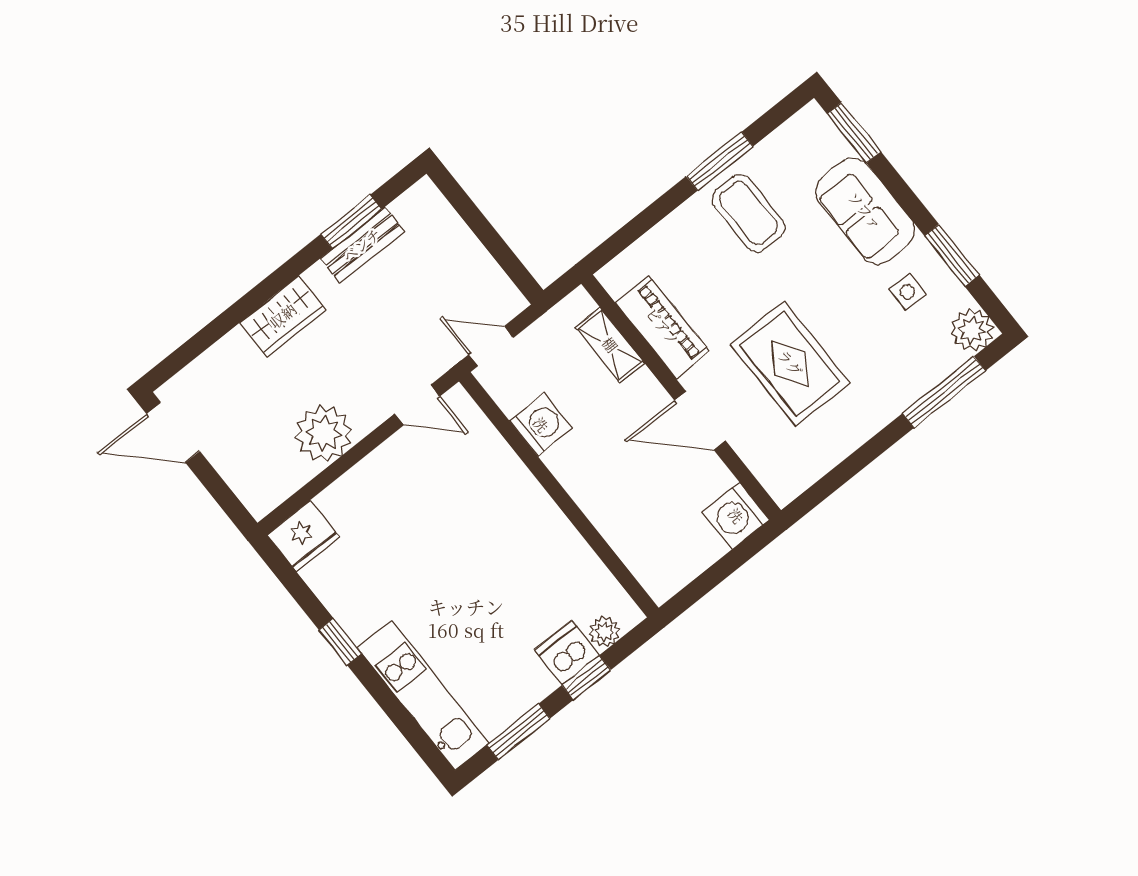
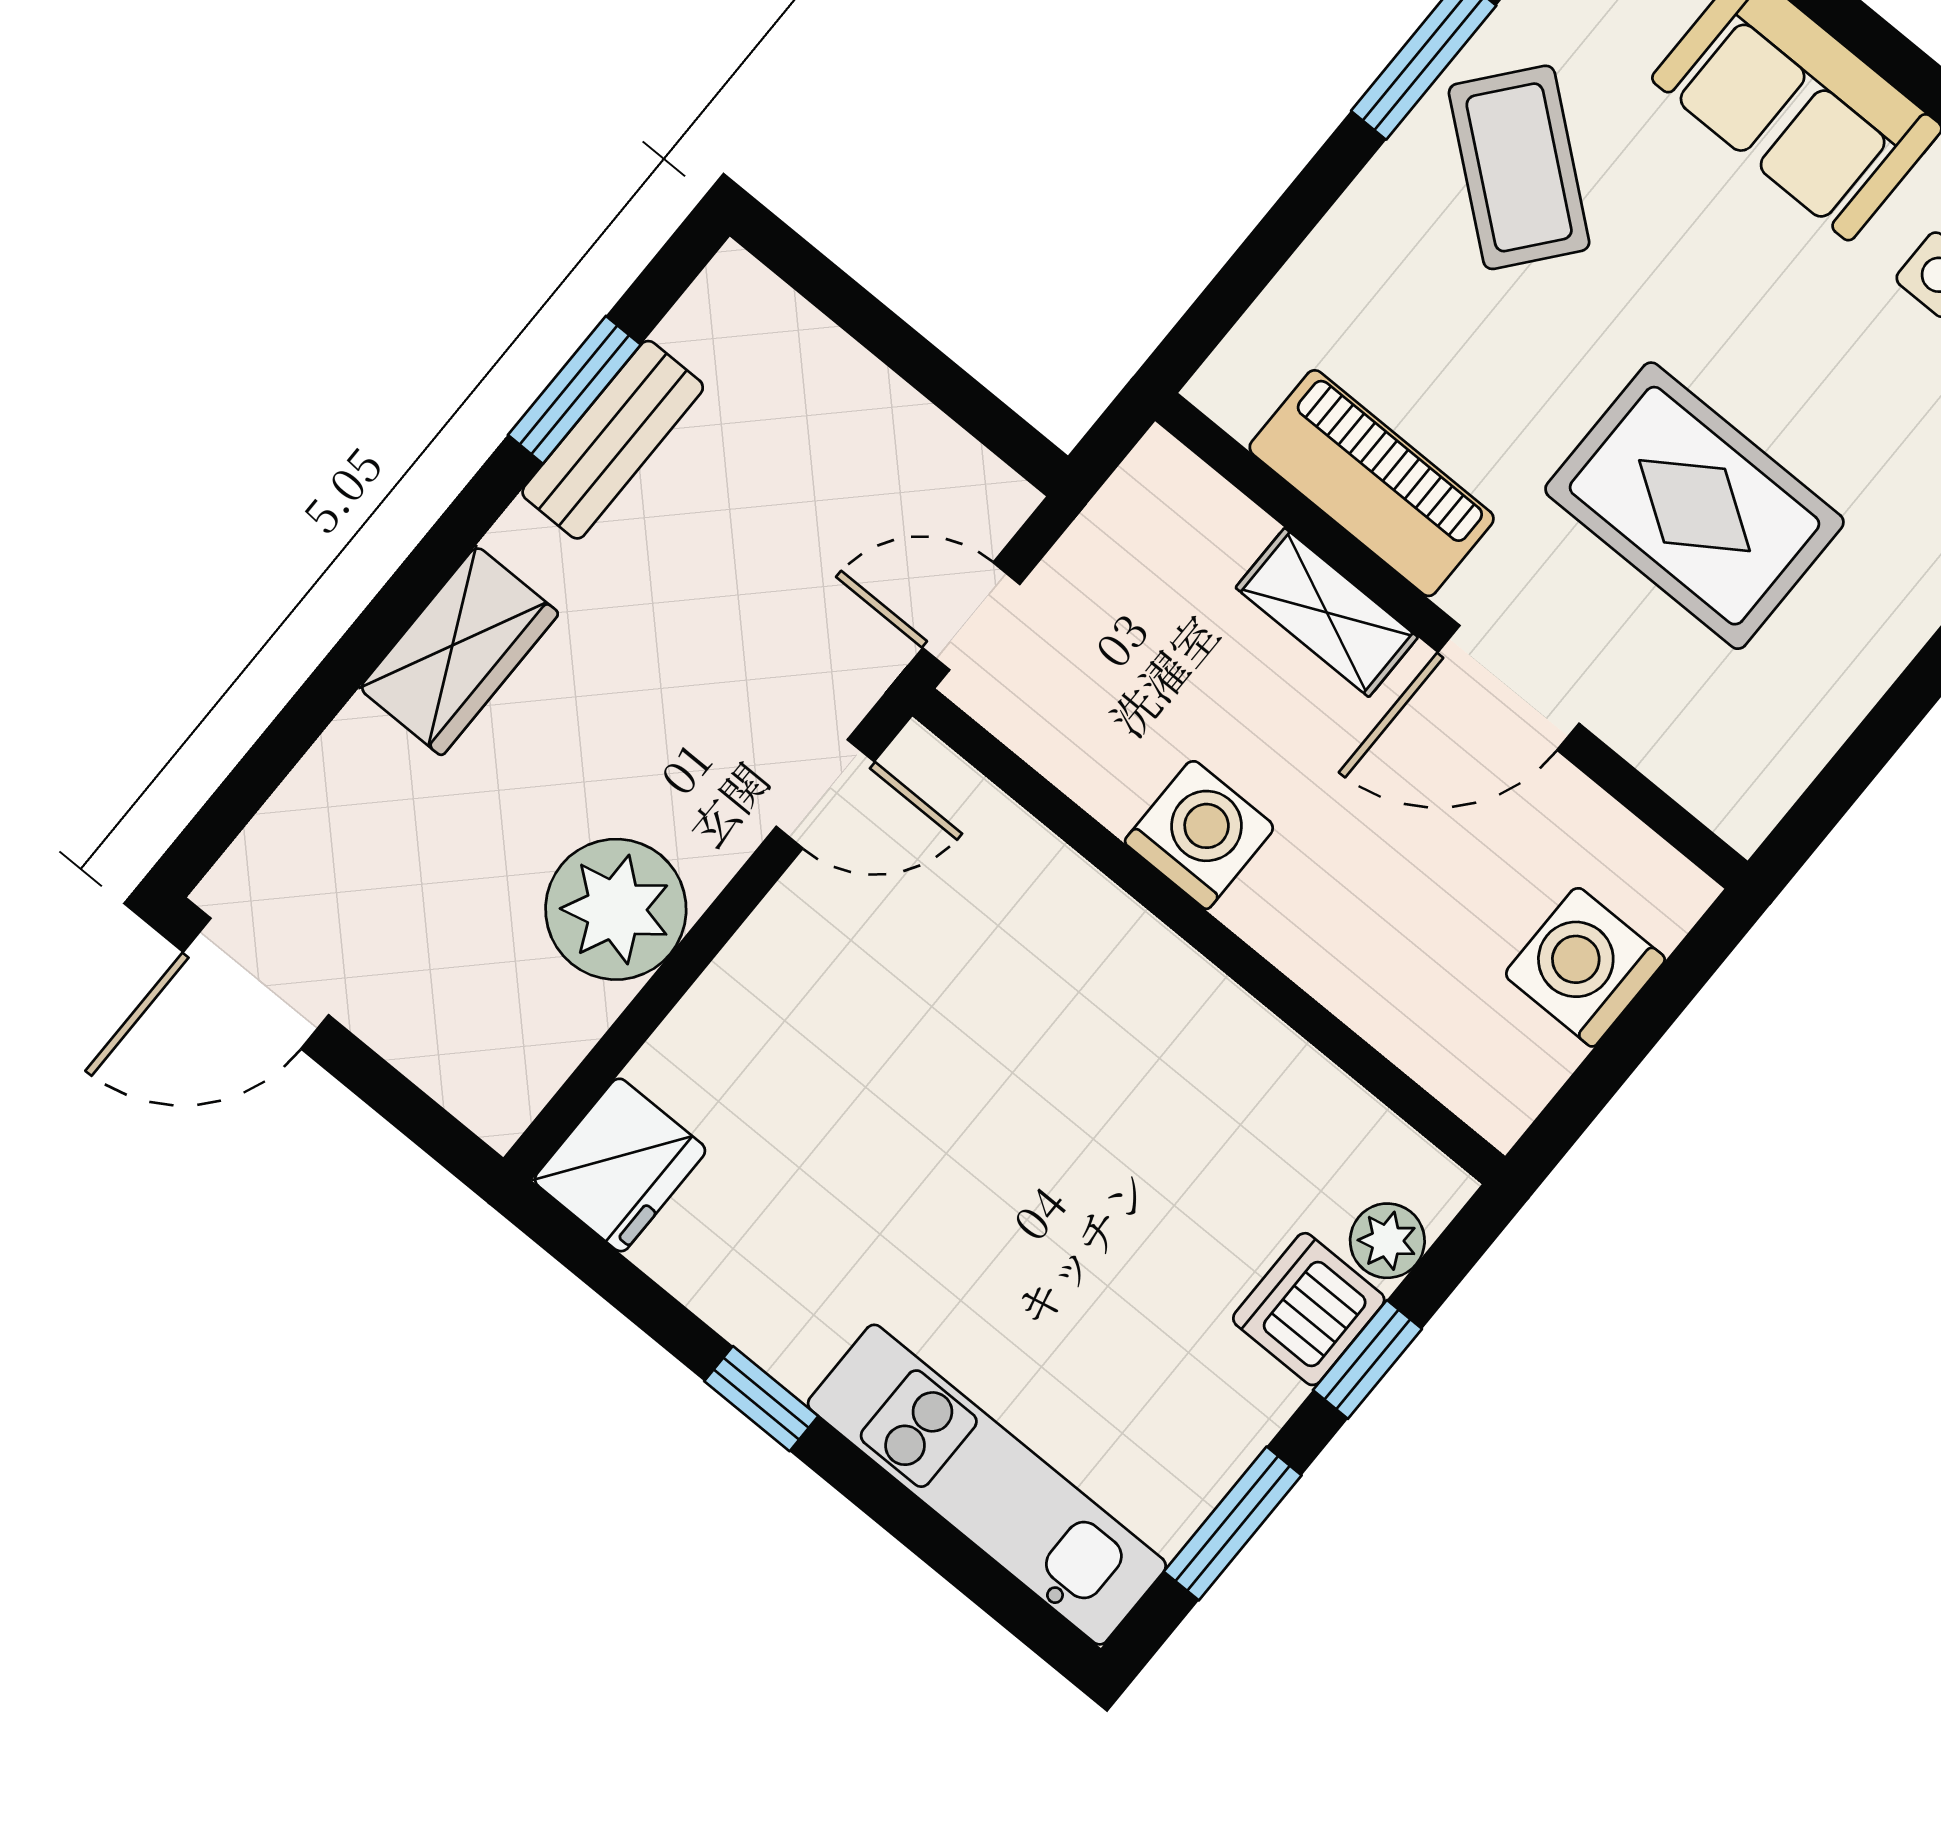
coffee table: (749, 213) -> (1519, 167), turned 39
shelving: (610, 345) -> (1327, 612), moved
washing machine: (541, 425) -> (1200, 834), moved
washing machine: (736, 516) -> (1585, 967), moved, turned 90

